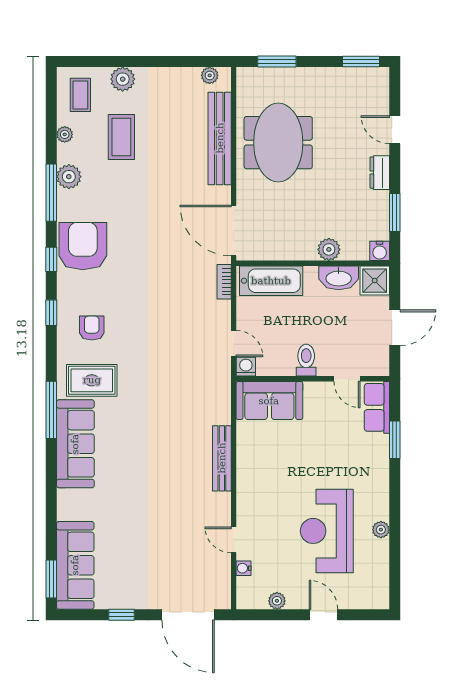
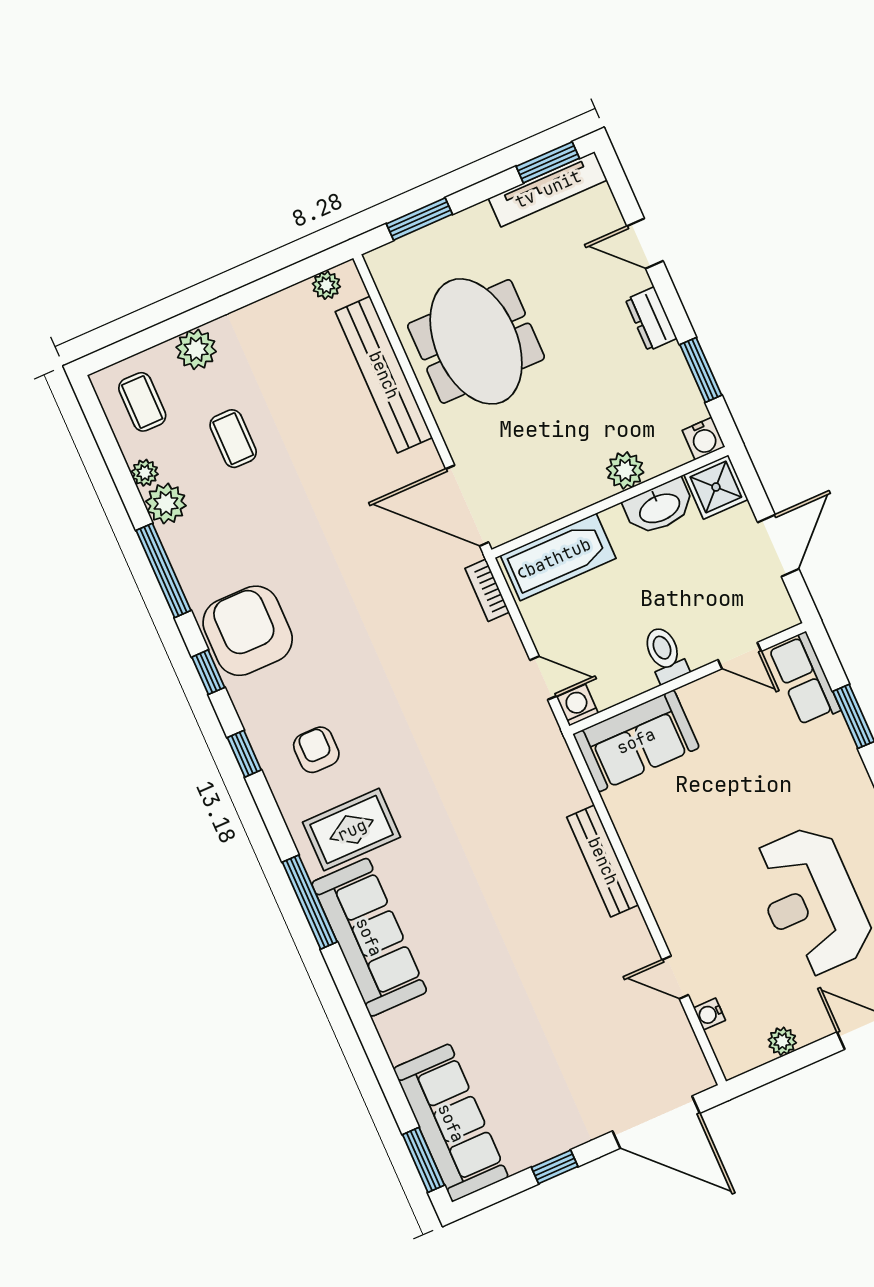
tv unit: (354, 76) -> (548, 189), added
coffee table: (121, 137) -> (233, 439), width x0.73, depth x0.77
plant: (69, 177) -> (166, 504), moved

